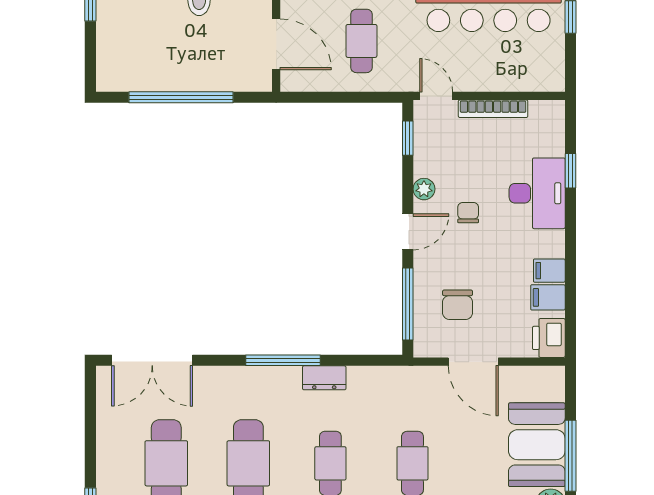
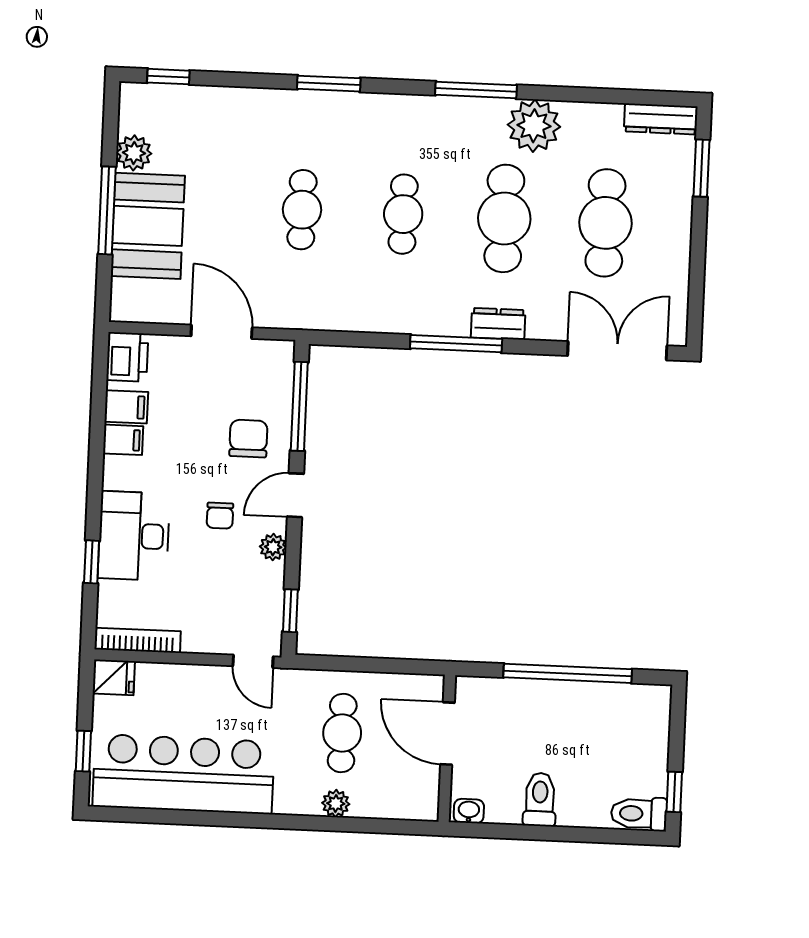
fridge: (548, 78) -> (114, 677), added
bookcase: (493, 109) -> (138, 640), moved
chair: (458, 305) -> (248, 439), moved
dresser: (324, 378) -> (498, 324), moved

